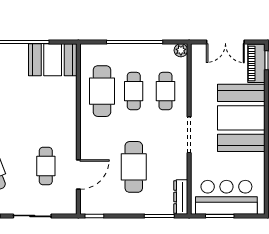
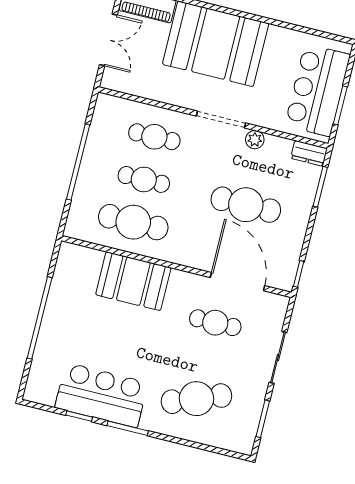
plant: (181, 50) -> (255, 140), moved
booth: (53, 60) -> (133, 281), moved, turned 90
door: (78, 174) -> (238, 282), width x1.36
dresser: (181, 197) -> (309, 153), width x0.70

